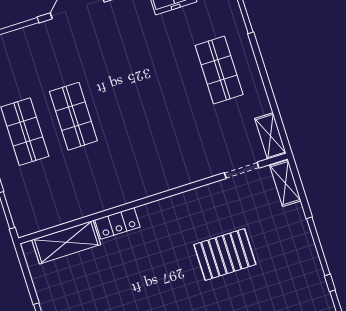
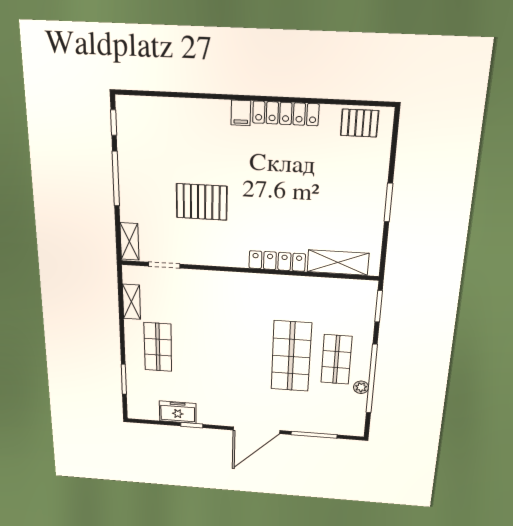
shop shelf: (73, 116) -> (291, 356), width x1.43, depth x1.36
shelving: (270, 136) -> (131, 302), moved
locker: (117, 223) -> (277, 261), width x1.53

